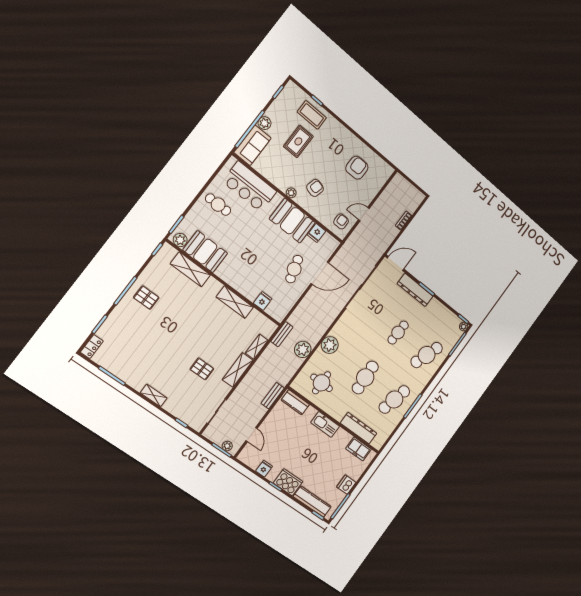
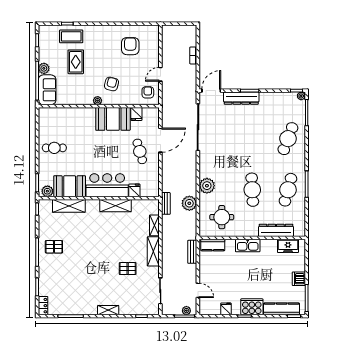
bar counter: (250, 187) -> (107, 185), moved, turned 180
cafe table: (398, 333) -> (252, 139), removed

